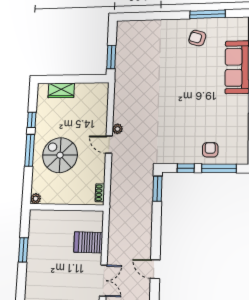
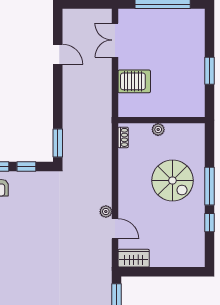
wardrobe: (61, 90) -> (134, 258), moved
door: (109, 145) -> (115, 229), moved
plant: (36, 199) -> (158, 129), moved

